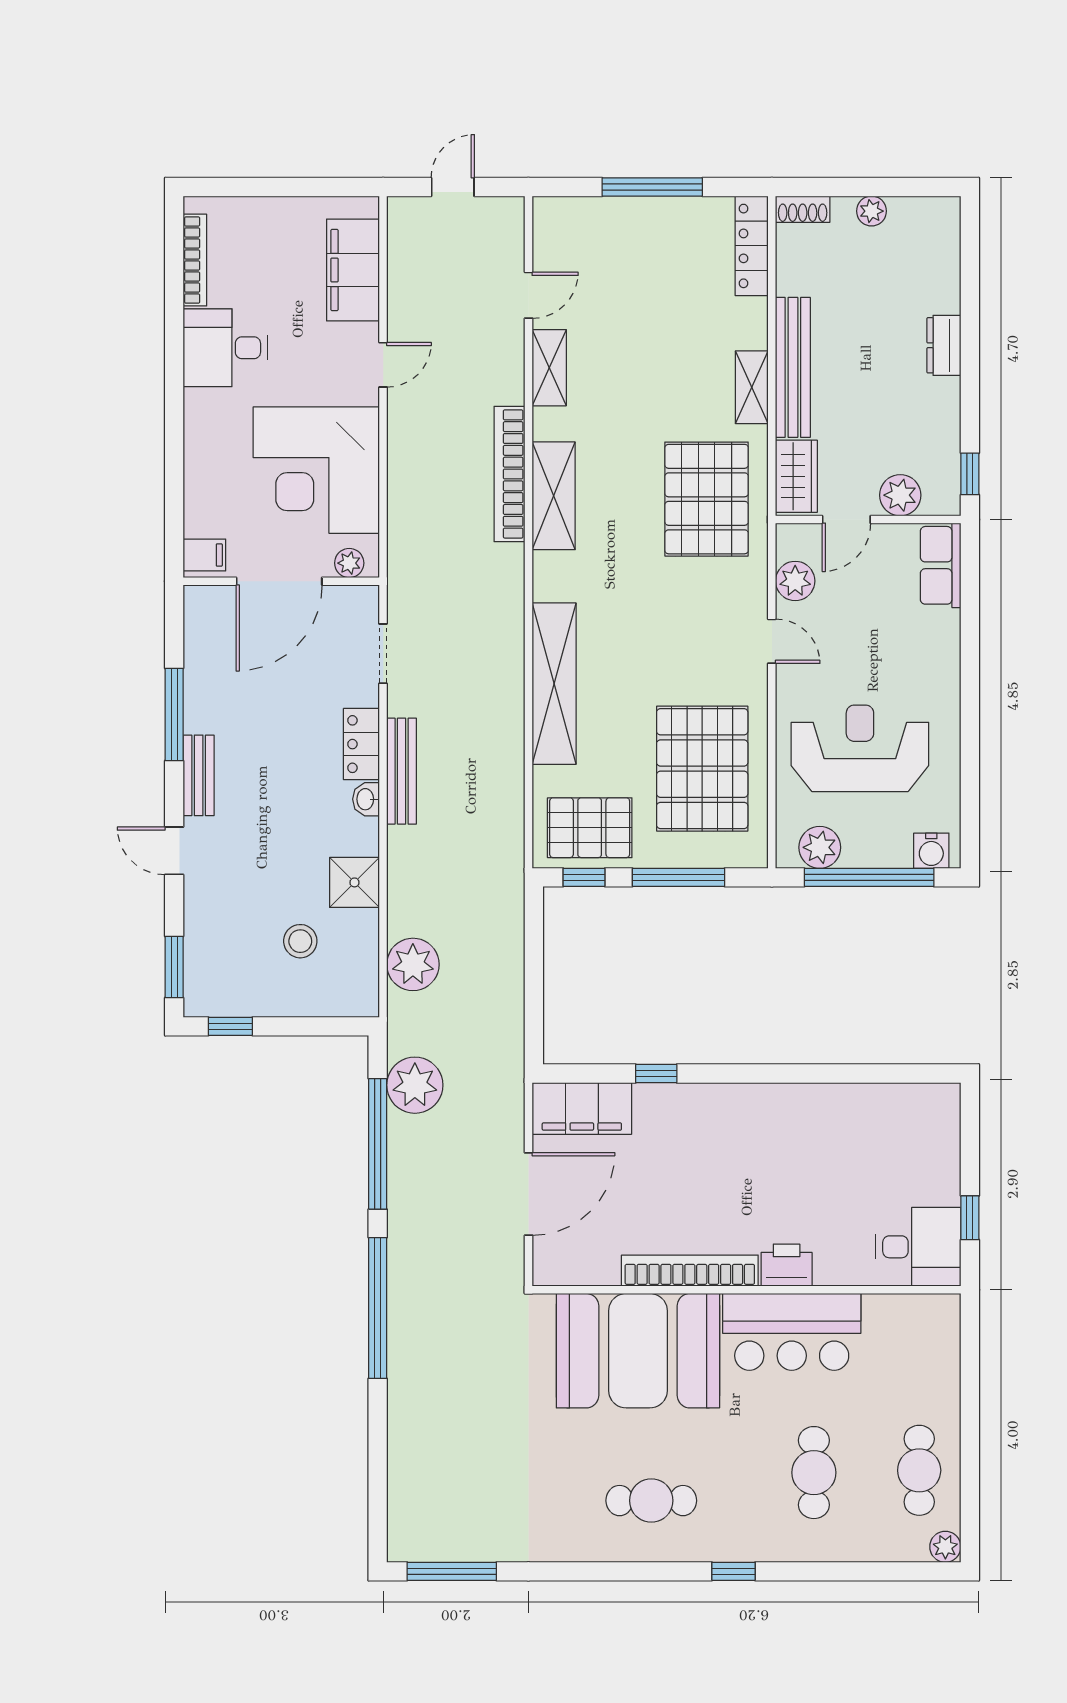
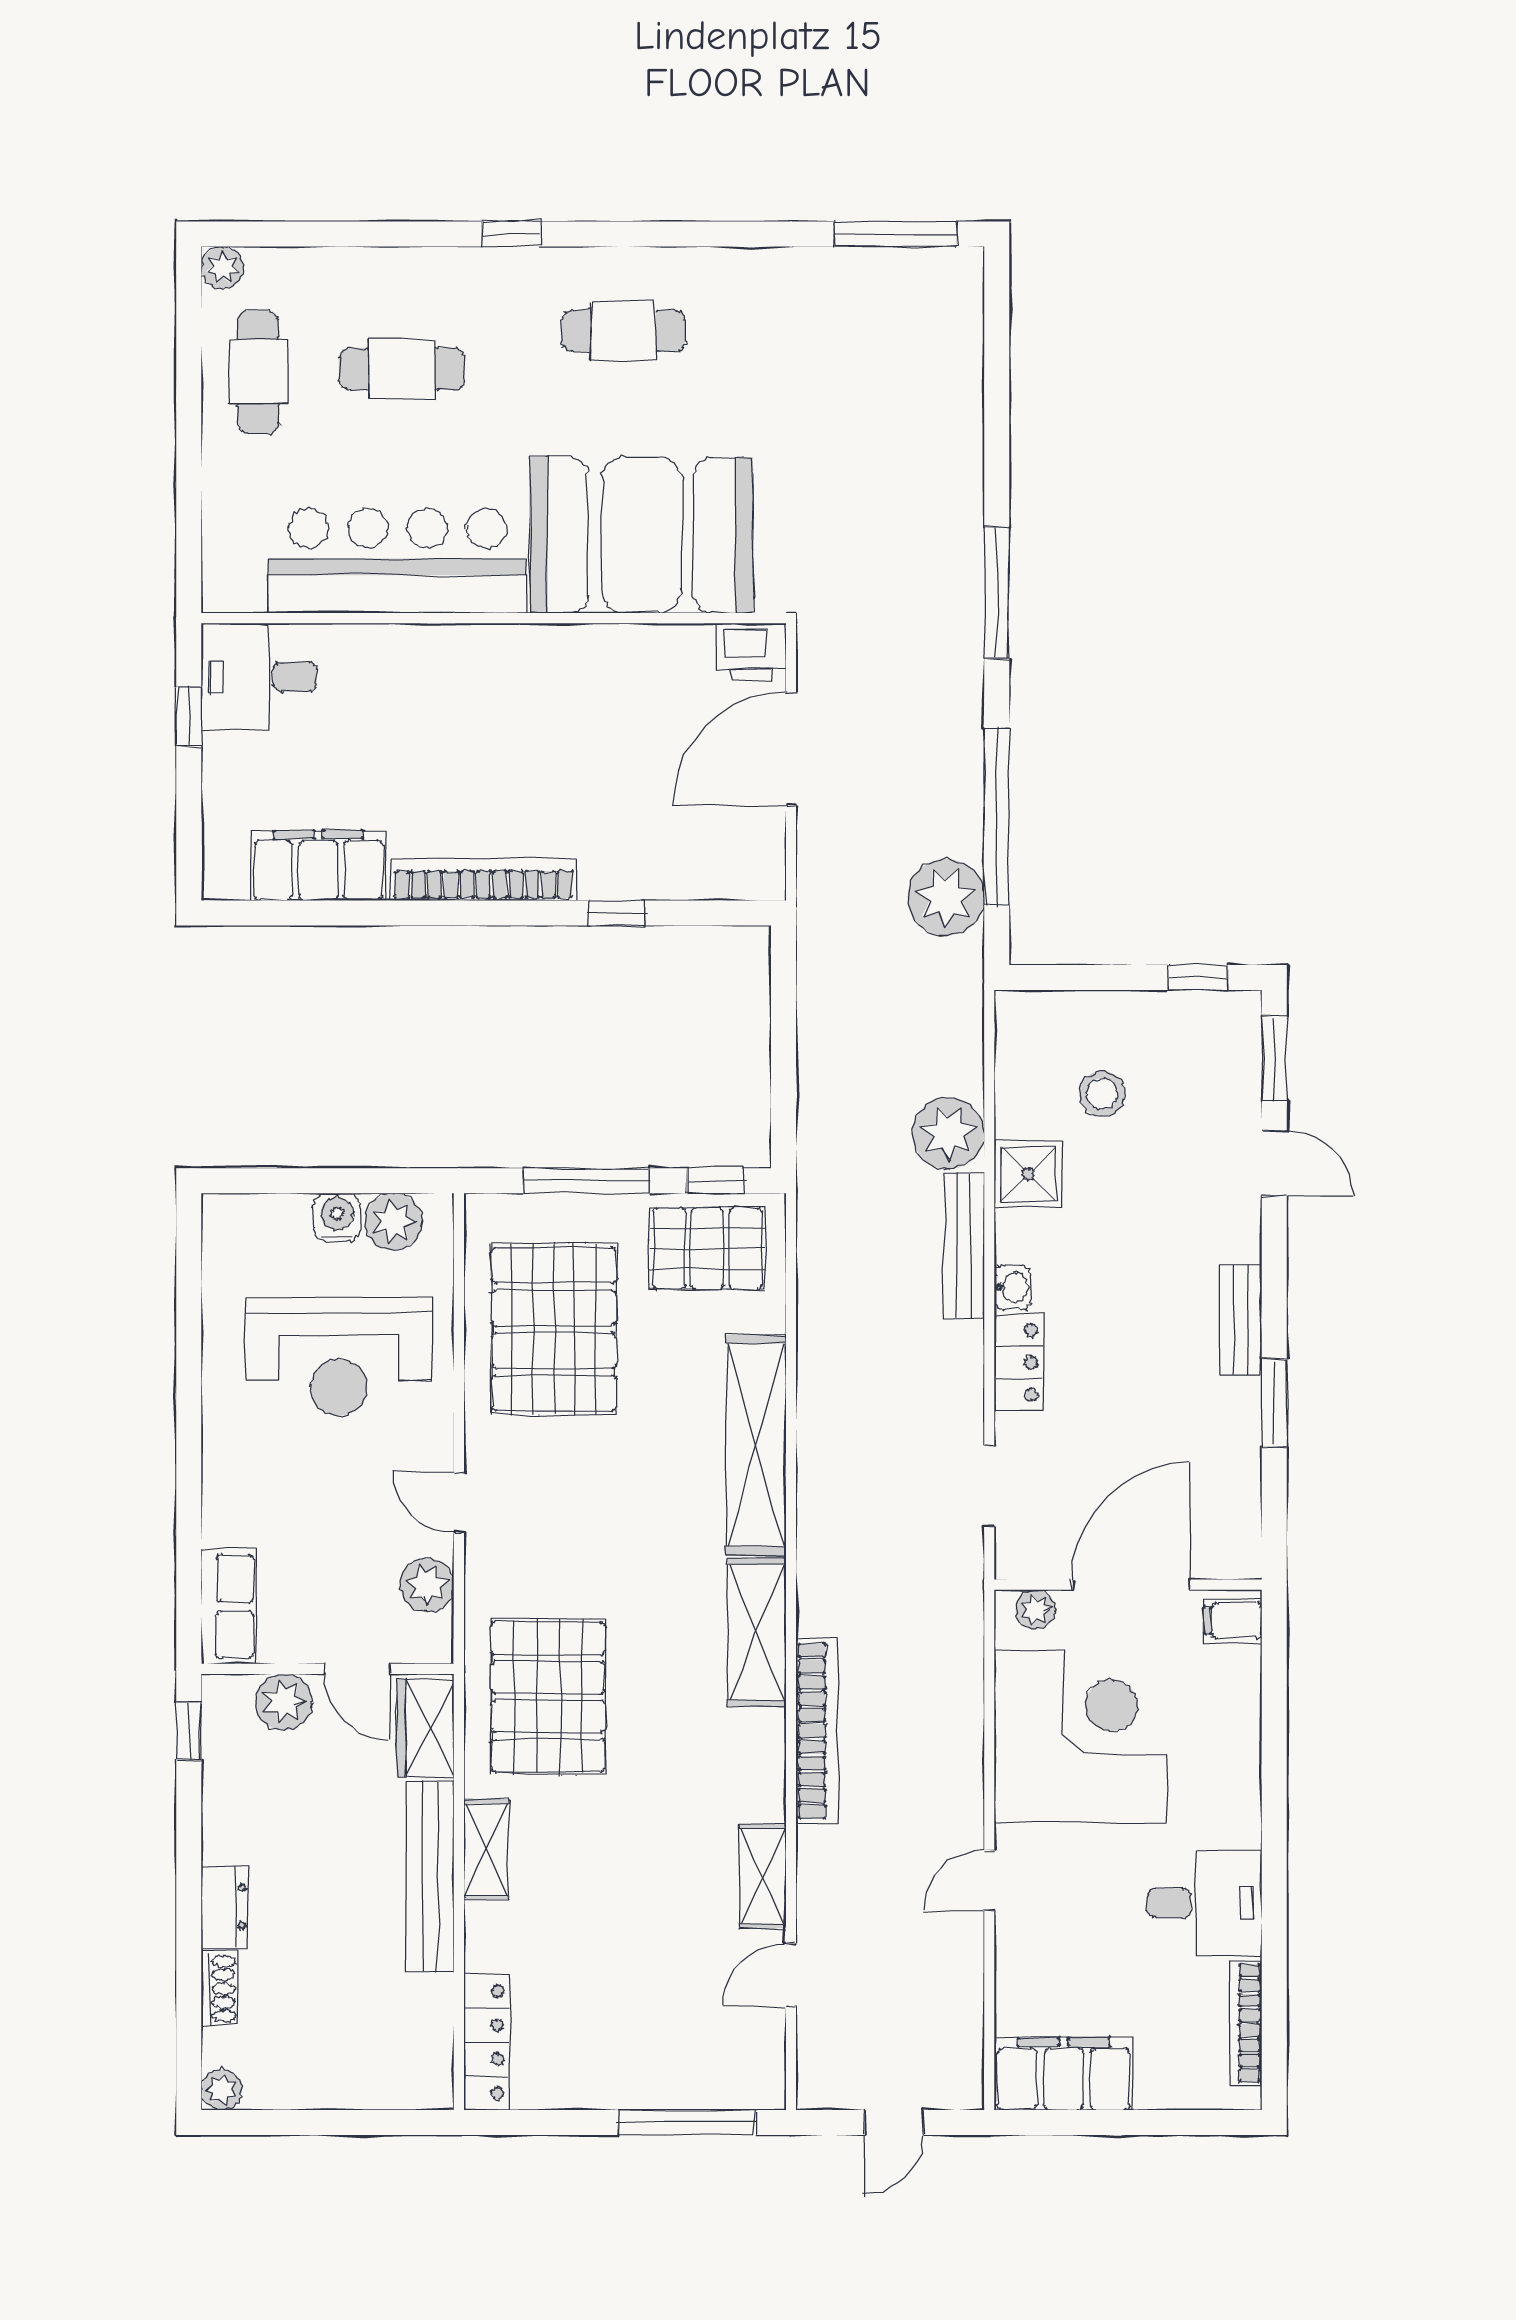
window: (652, 187) -> (687, 2122), moved
shoe rack: (803, 209) -> (219, 1988), moved, turned 90
plant: (871, 211) -> (222, 2090), moved
filing cabinet: (353, 270) -> (1064, 2074), moved, turned -90
shelving: (554, 496) -> (757, 1633), moved
door: (846, 519) -> (357, 1669), swing flipped
window: (174, 714) -> (1274, 1403), width x0.69
bench: (402, 771) -> (964, 1245), moved
door: (174, 851) -> (1274, 1163), moved
water cooler: (931, 851) -> (337, 1217), moved
window: (869, 877) -> (326, 1181), removed
plant: (413, 964) -> (948, 1133), moved
filing cabinet: (582, 1108) -> (318, 866), moved
printer: (787, 1265) -> (751, 652), moved
bookcase: (690, 1271) -> (483, 880), moved, turned 180
window: (378, 1308) -> (997, 593), width x0.68
bar counter: (792, 1332) -> (398, 561), width x1.36
cafe table: (814, 1473) -> (402, 369), turned 90

